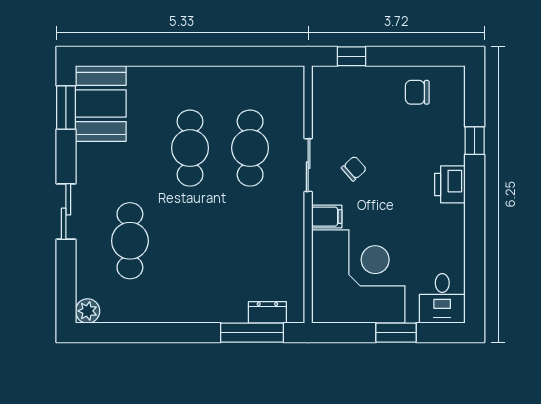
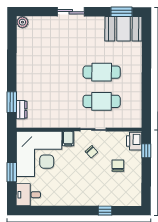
chair: (417, 92) -> (118, 166), moved
printer: (450, 184) -> (134, 141), moved, turned -90
cafe table: (130, 241) -> (57, 43), removed
window: (252, 333) -> (12, 102), width x0.69

